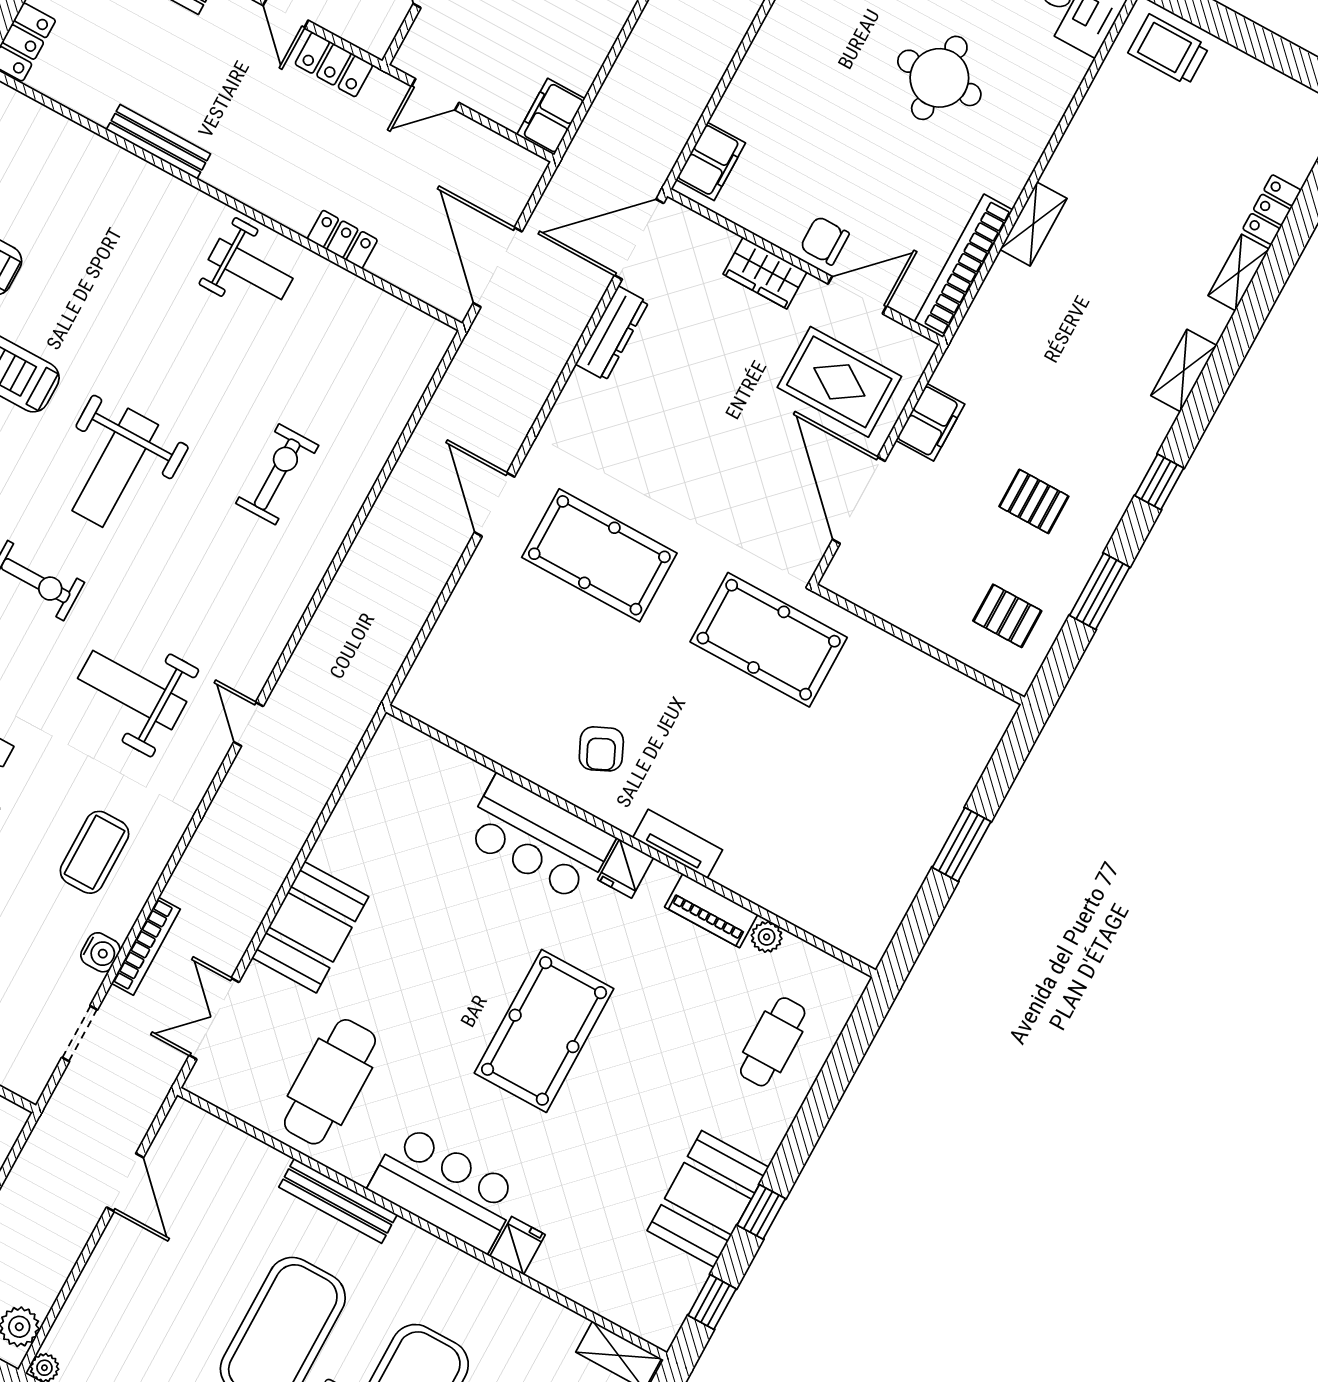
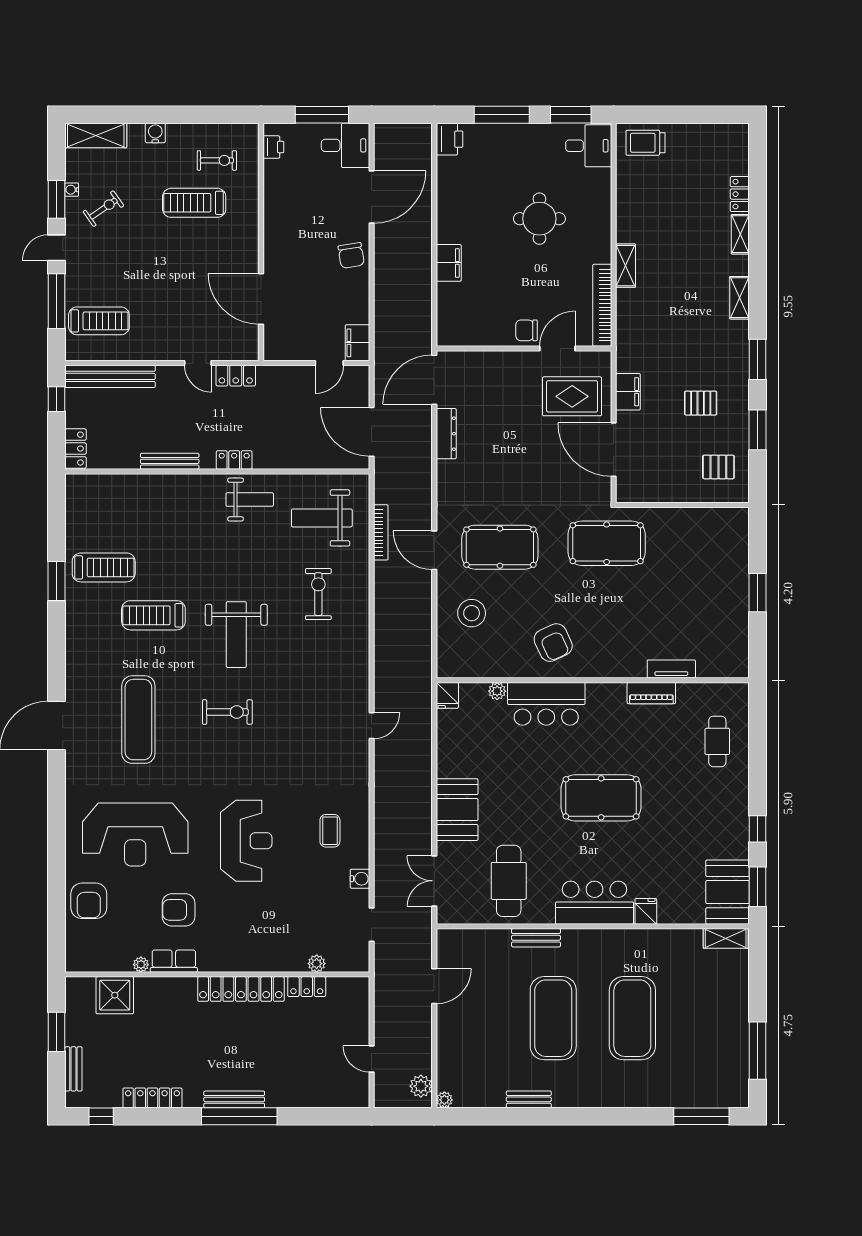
door: (435, 94) -> (329, 363), moved
filing cabinet: (711, 161) -> (449, 263), moved
locker: (342, 239) -> (234, 460), moved
wardrobe: (765, 273) -> (506, 362), removed
window: (1159, 482) -> (758, 359), width x1.50
stool: (499, 634) -> (472, 613), added
weight bench: (132, 690) -> (322, 518), moved
door: (248, 724) -> (372, 726), swing flipped
armchair: (601, 749) -> (553, 643), width x1.38, depth x1.38
tv unit: (678, 844) -> (671, 669), moved
coffee table: (94, 852) -> (330, 831), width x0.73, depth x0.77
fridge: (626, 869) -> (447, 695), moved
plant: (767, 937) -> (497, 691), moved
bookcase: (146, 946) -> (381, 532), moved
pool table: (544, 1031) -> (601, 798), turned 90
door: (125, 1182) -> (434, 986), hinge flipped
booth: (708, 1199) -> (728, 892), moved
bench: (338, 1201) -> (536, 938), width x0.73
window: (712, 1302) -> (758, 887), width x1.50

